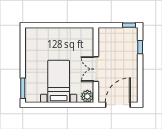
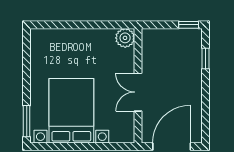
bed with nightstands: (59, 81) -> (71, 111), width x1.36
plant: (87, 96) -> (125, 38), moved

